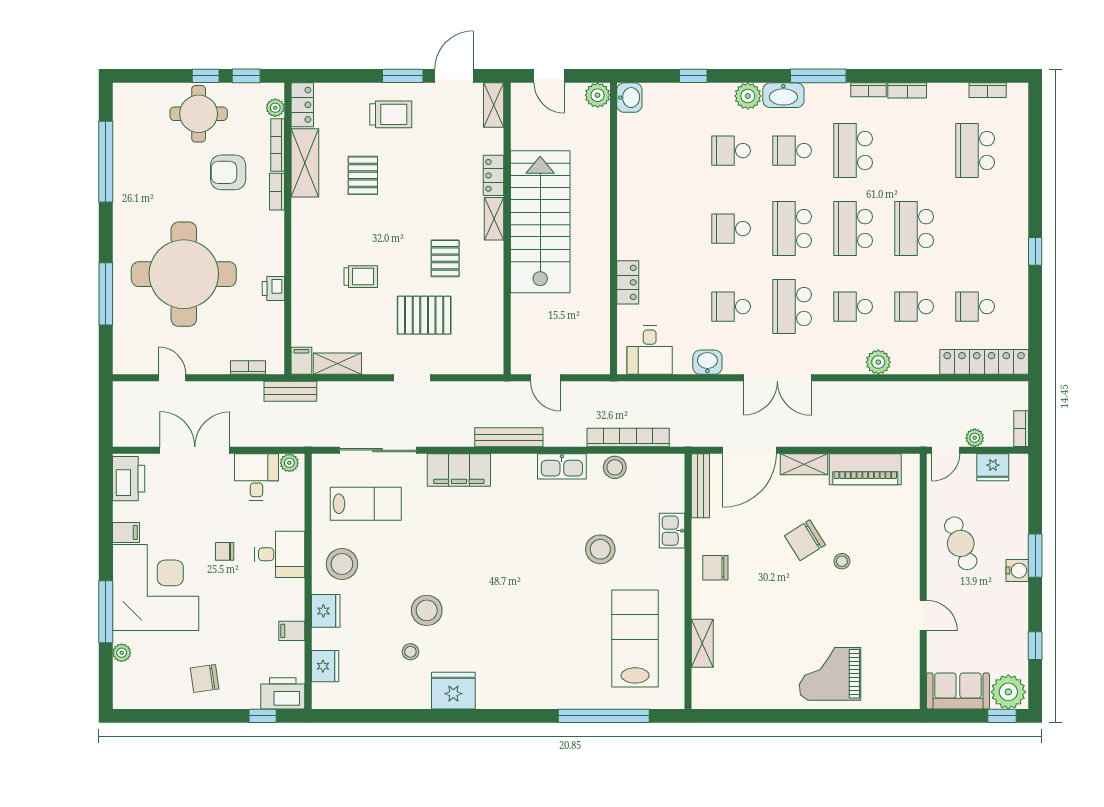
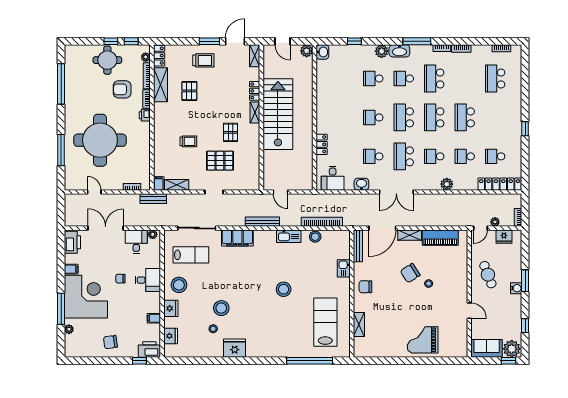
printer: (273, 288) -> (145, 115), moved
stool: (600, 549) -> (284, 289), moved

